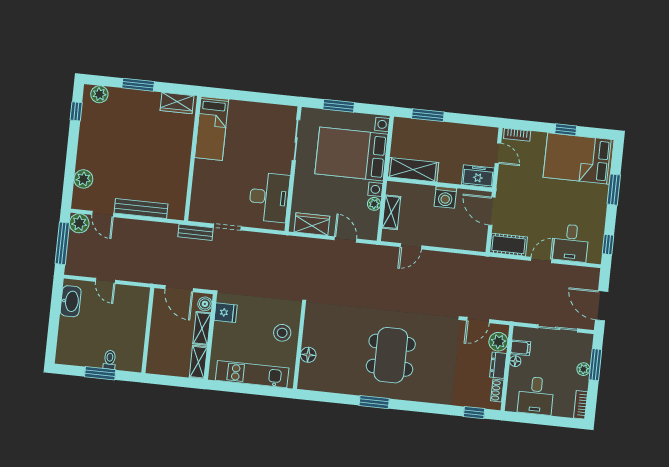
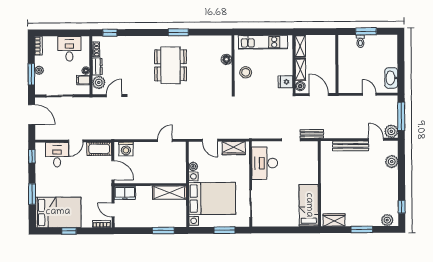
washing machine: (445, 197) -> (126, 149), moved, turned 180
shelving: (391, 212) -> (181, 162), removed

